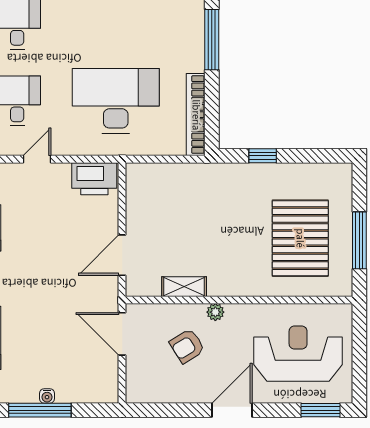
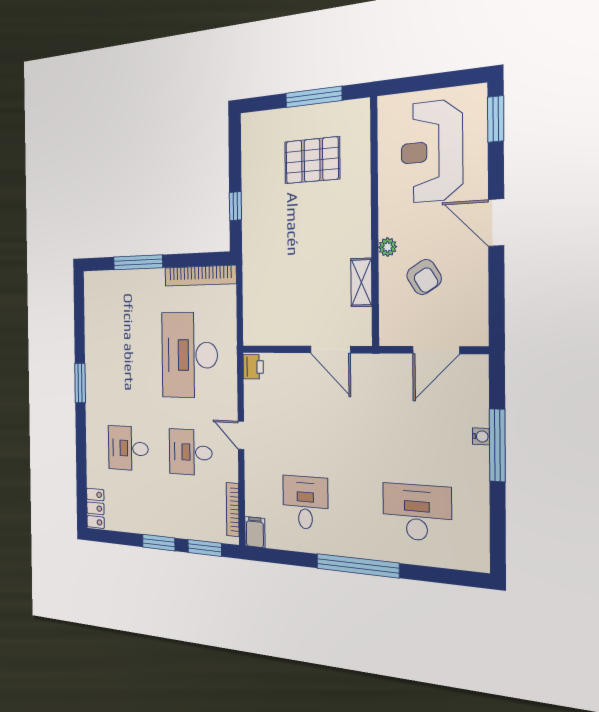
printer: (94, 179) -> (253, 367), width x0.53, depth x0.68
pallet: (300, 238) -> (312, 160), width x0.73, depth x0.71
door: (122, 334) -> (436, 350), moved

